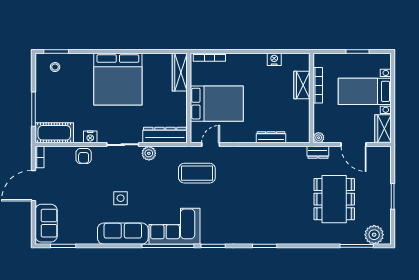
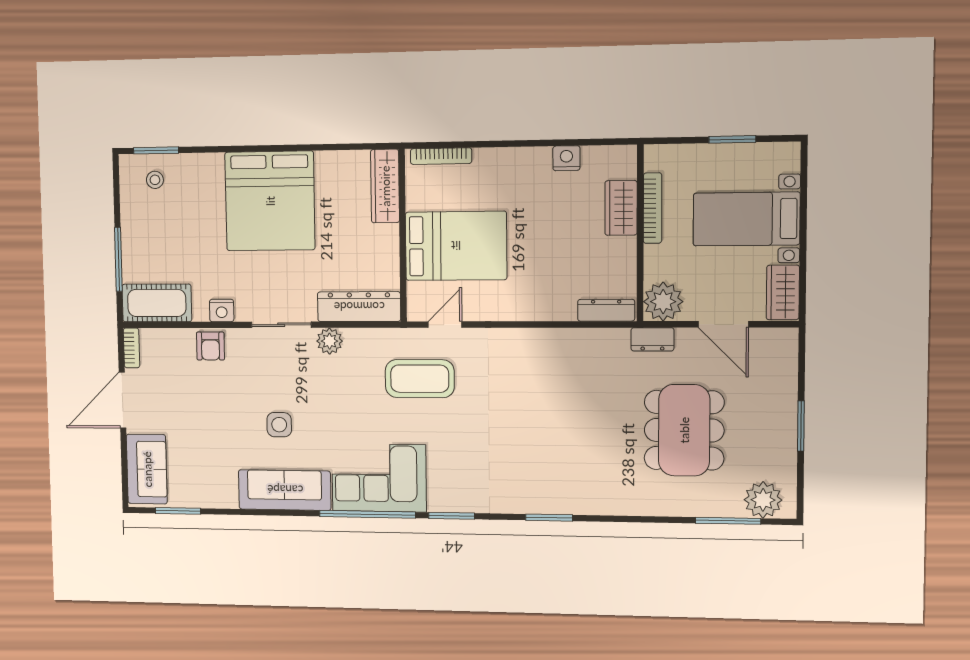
dresser: (271, 137) -> (606, 310), moved
plant: (319, 138) -> (663, 302), width x1.88, depth x1.88

